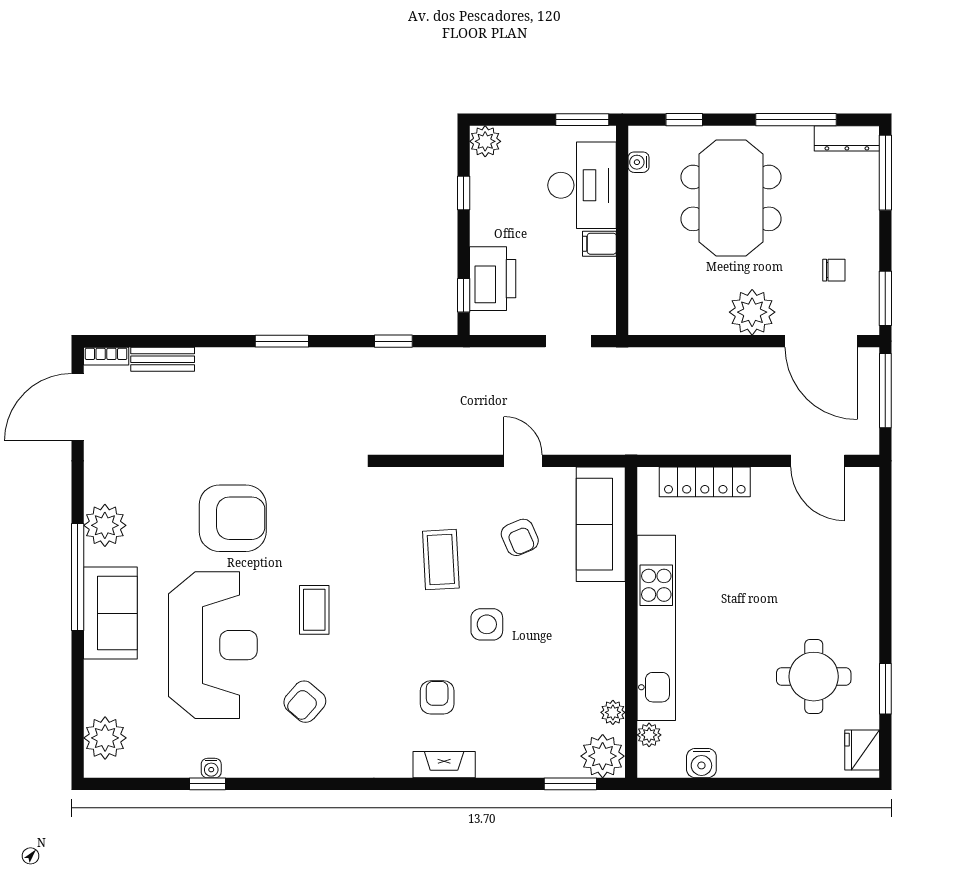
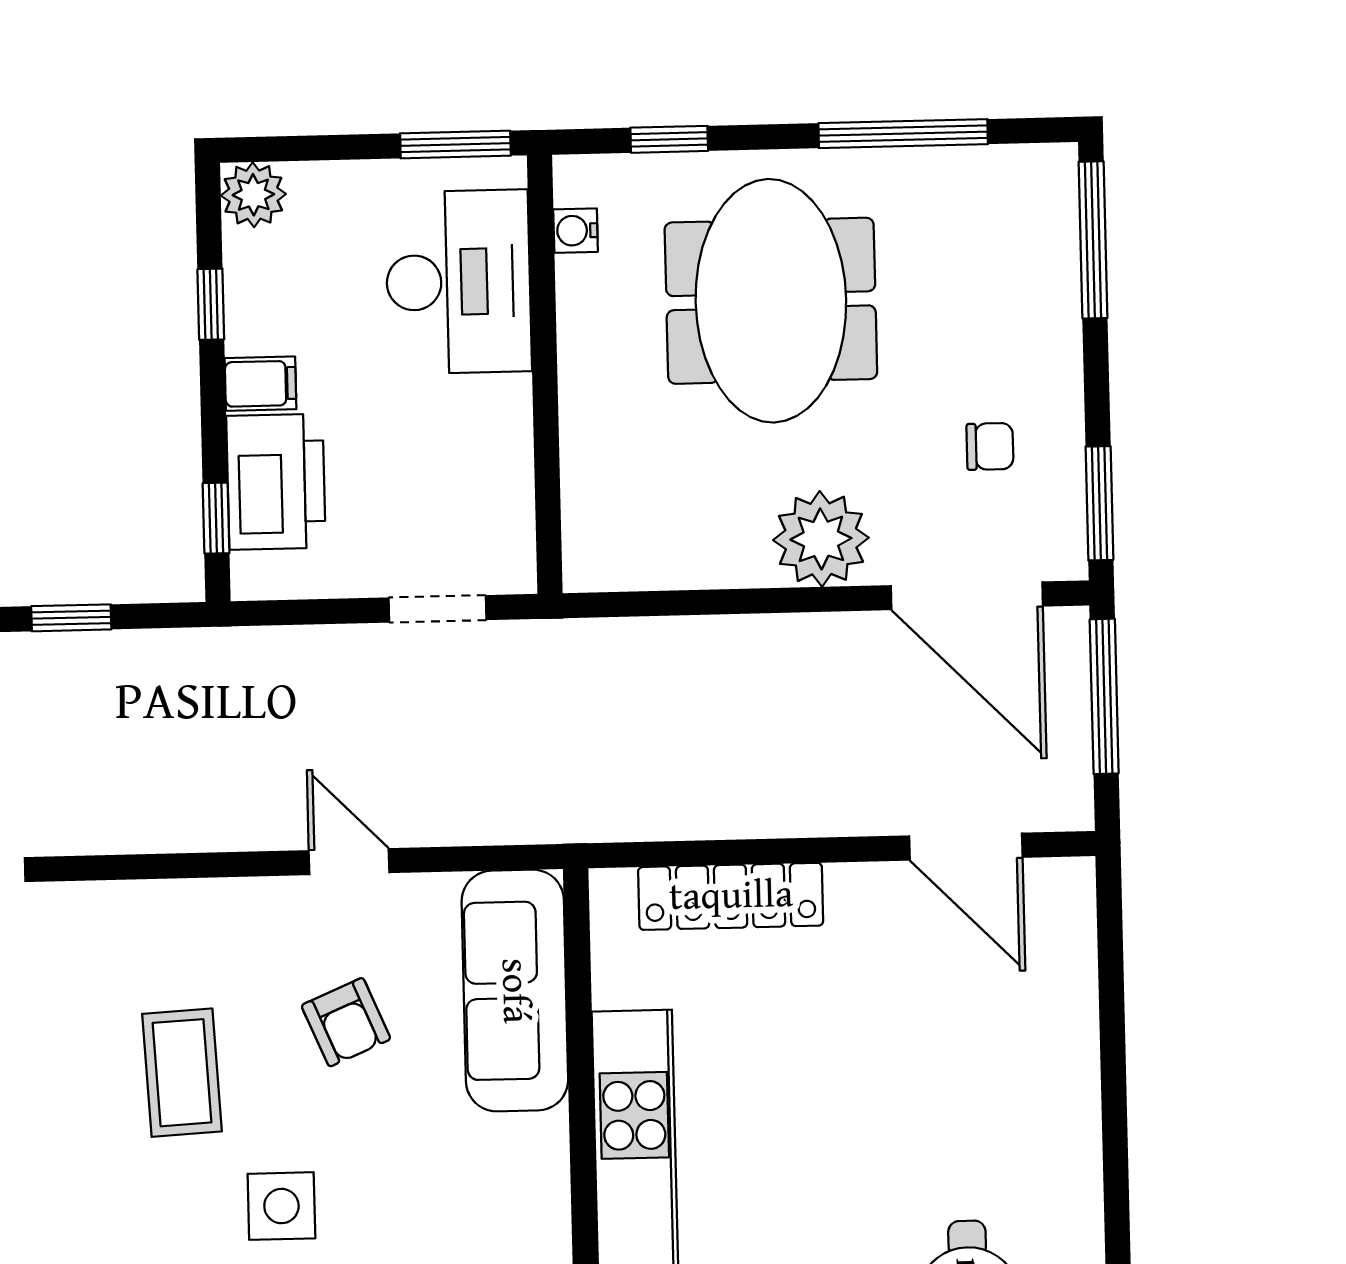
dresser: (847, 138) -> (1011, 170), removed
filing cabinet: (599, 244) -> (261, 384), moved, turned 180

